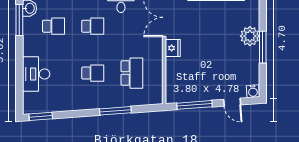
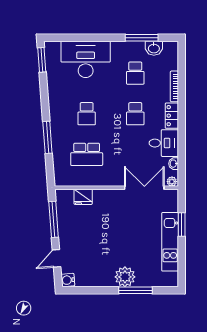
window: (263, 47) -> (135, 290), moved
fridge: (173, 48) -> (83, 197), moved
desk: (36, 74) -> (86, 59), width x1.36, depth x1.30

